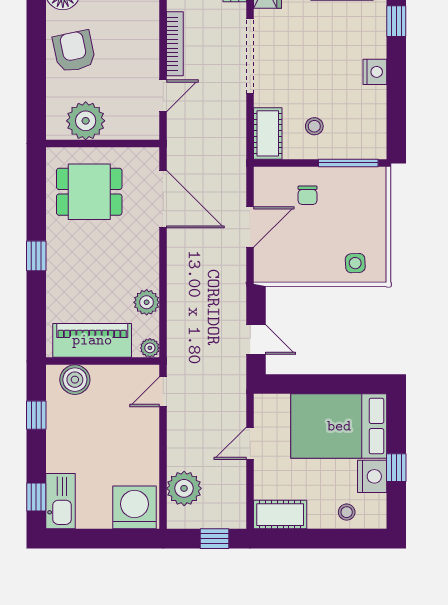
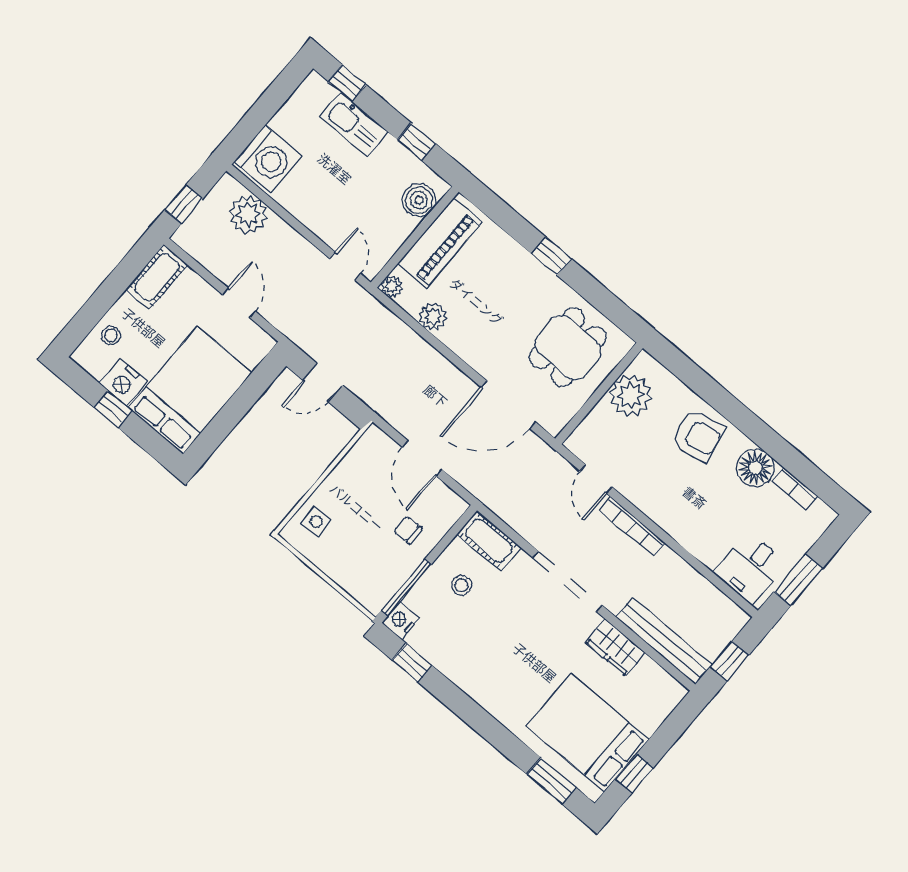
window: (396, 21) -> (412, 663), moved
nightstand: (375, 72) -> (401, 620), moved, turned 90
kitchen sink: (61, 501) -> (354, 124), moved

